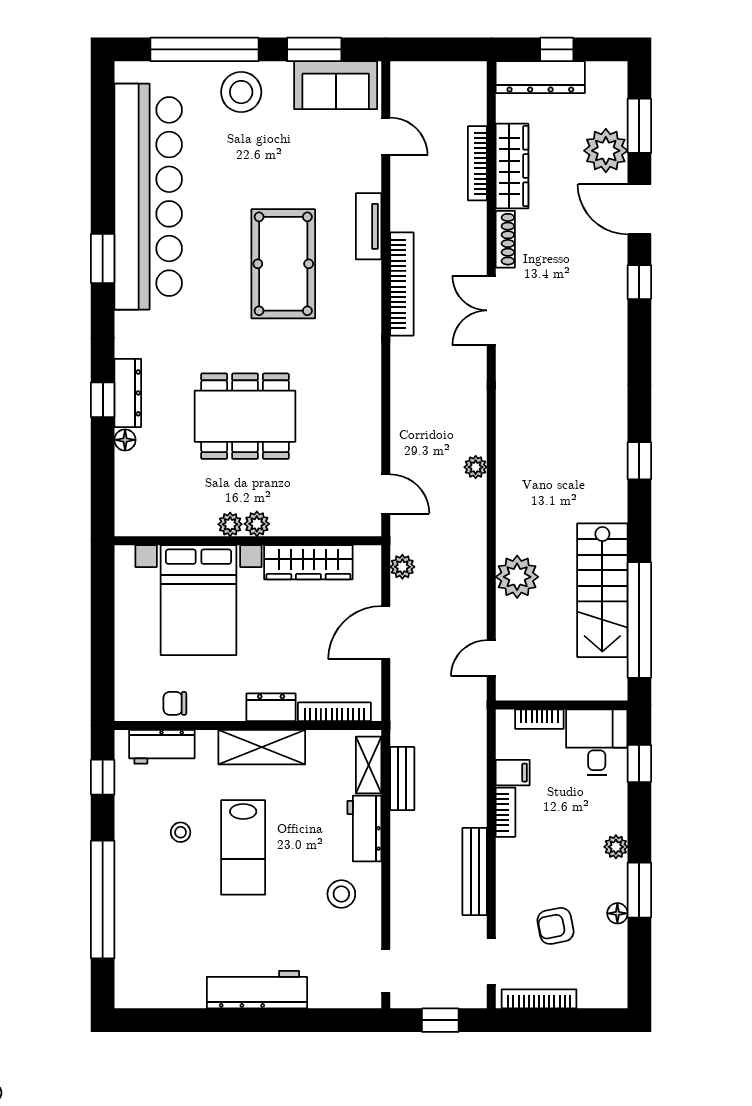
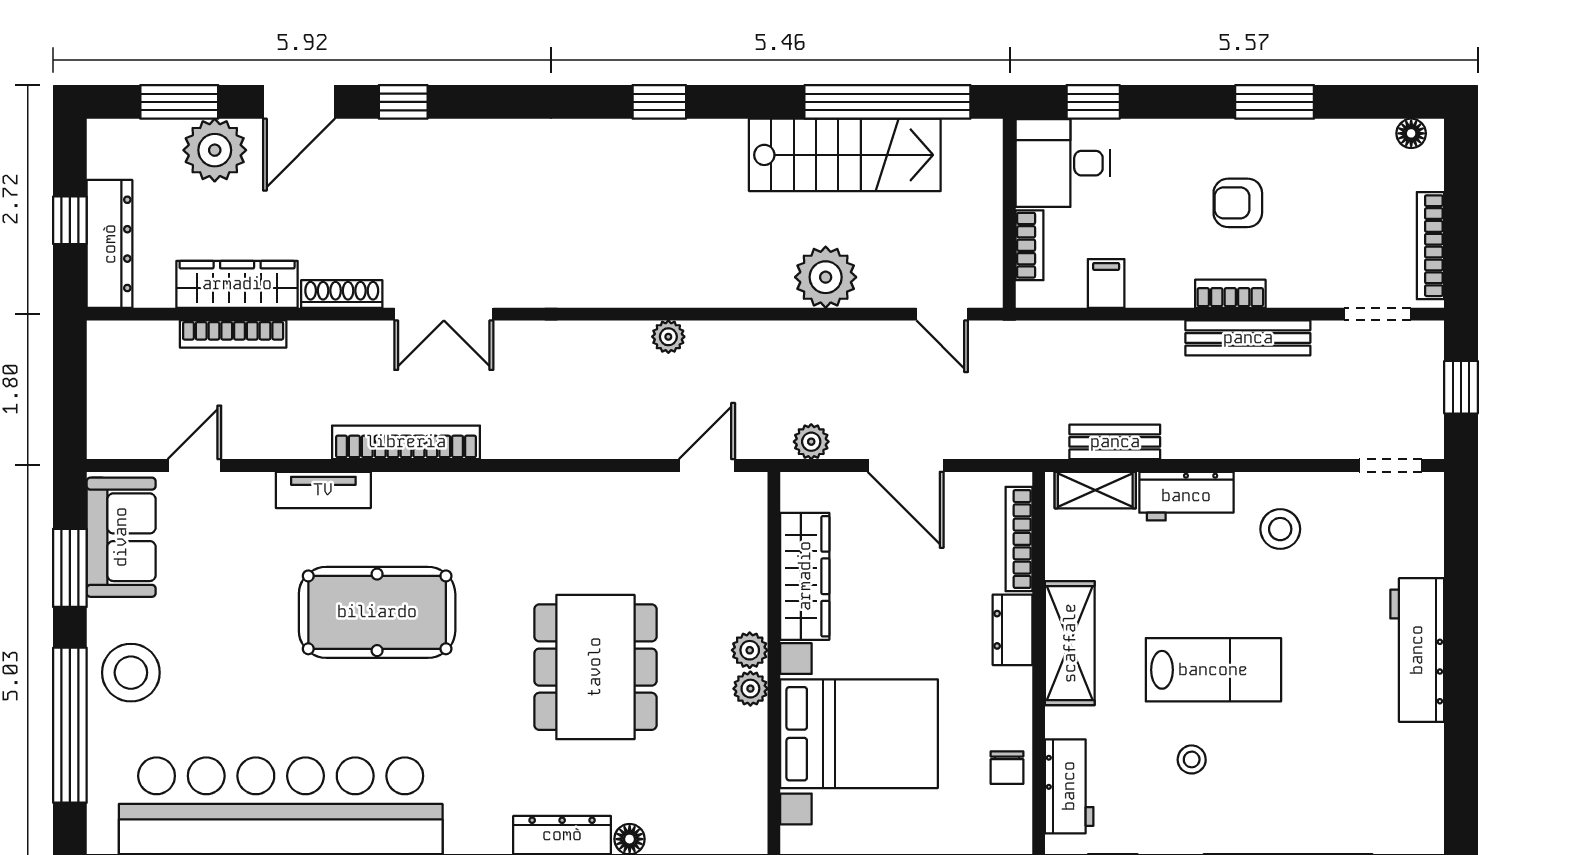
bookcase: (506, 812) -> (1230, 294), moved
plant: (616, 847) -> (1213, 136), removed
floor lamp: (617, 913) -> (1411, 133), moved
armchair: (556, 926) -> (1238, 203), moved, turned 101

